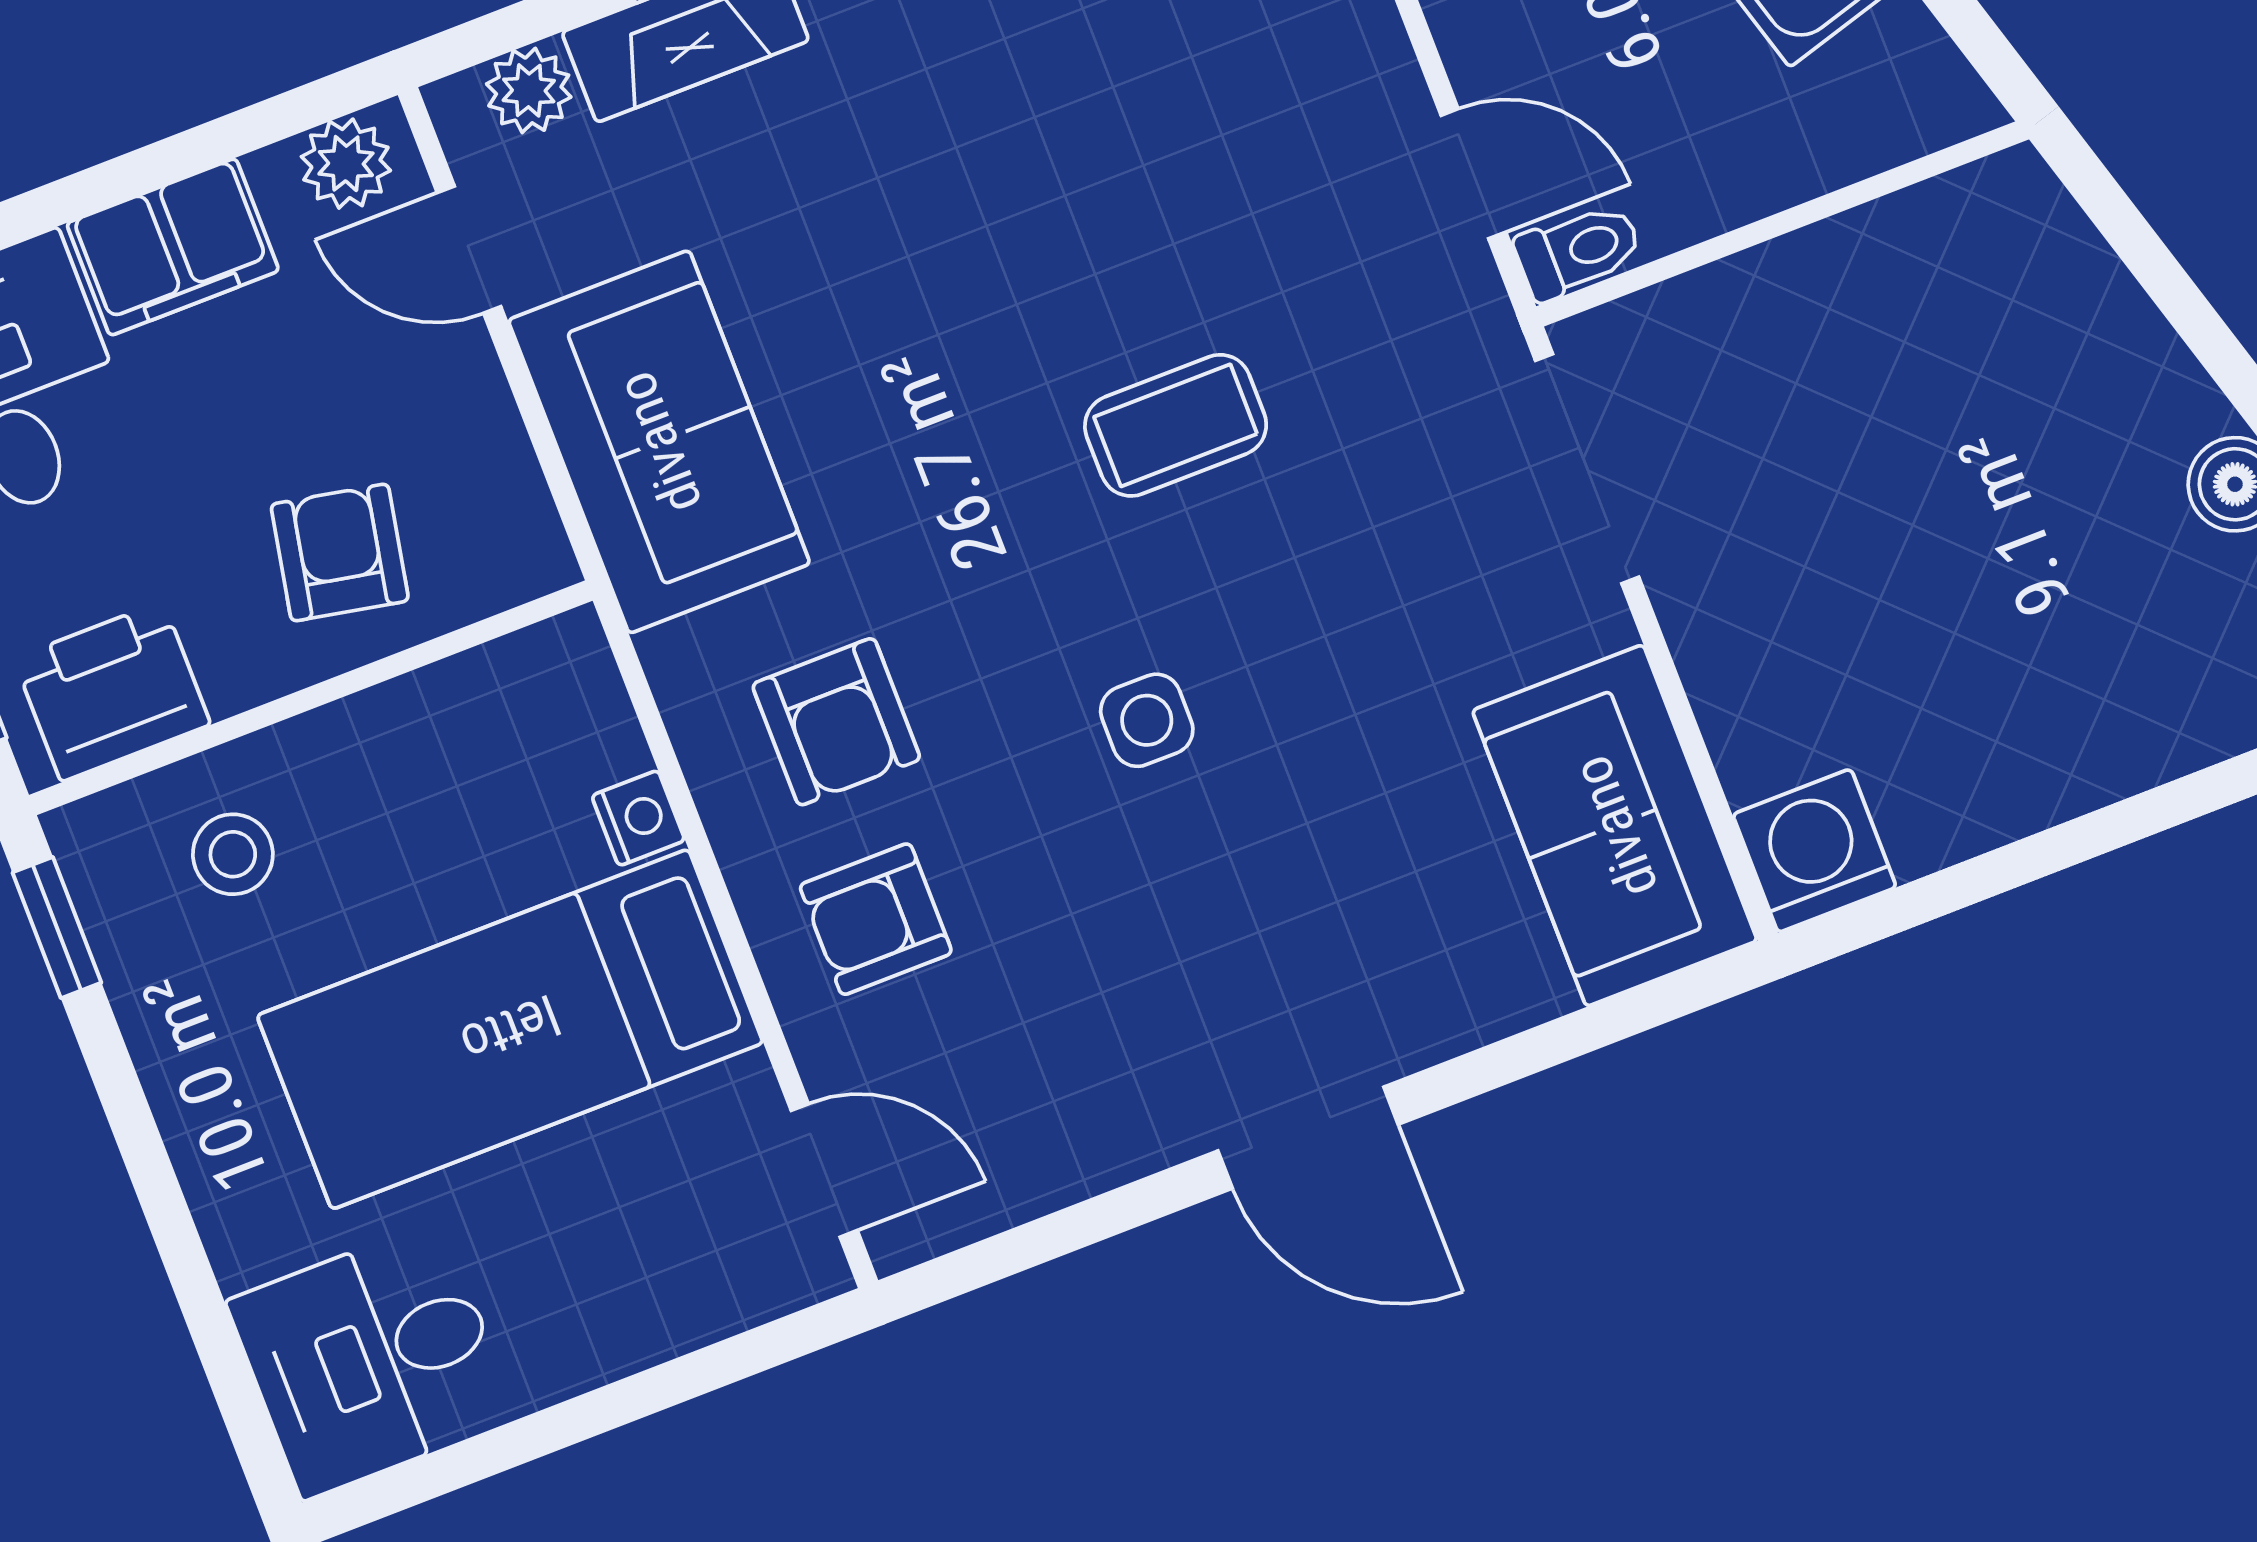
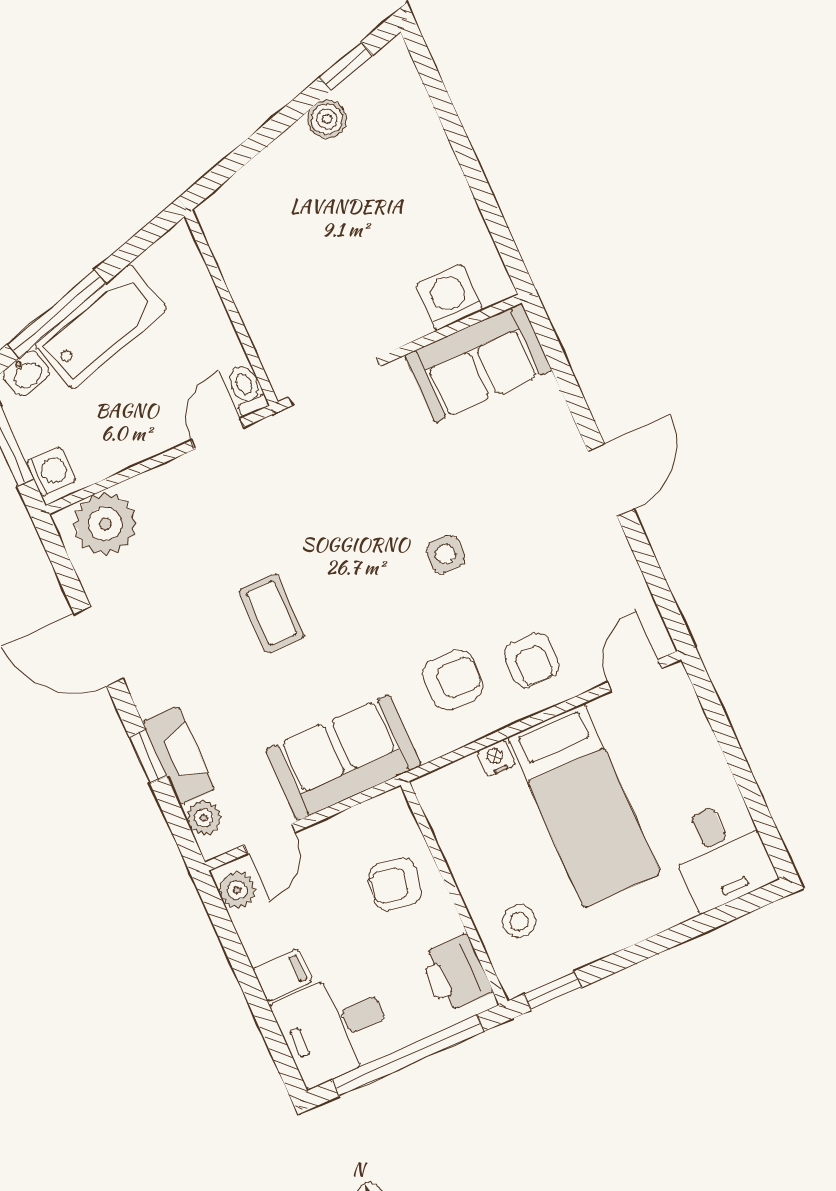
filing cabinet: (173, 247) -> (282, 975), width x0.50
coffee table: (1176, 425) -> (271, 613), moved
washing machine: (1814, 851) -> (449, 297), moved, turned 90

